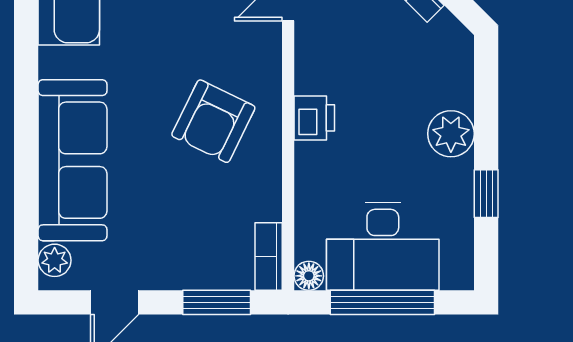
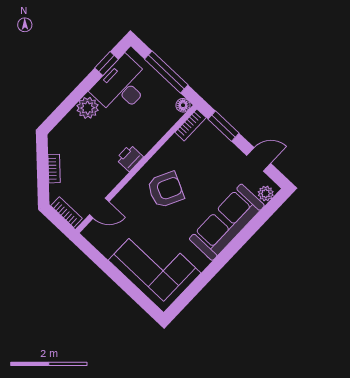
window: (486, 194) -> (106, 64), moved
desk: (383, 246) -> (122, 86), moved, turned -90

